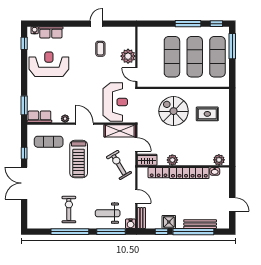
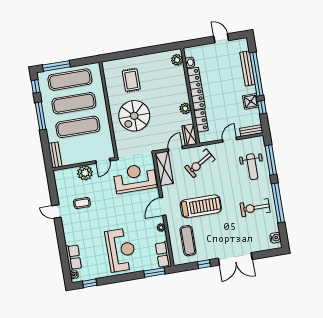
bench: (149, 31) -> (55, 155), added
reception desk: (49, 64) -> (121, 250), moved, turned 180
door: (232, 204) -> (221, 38), hinge flipped
water cooler: (131, 224) -> (275, 238), moved

